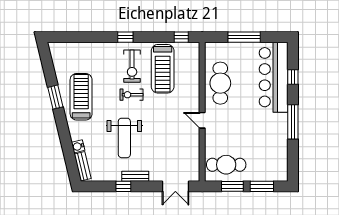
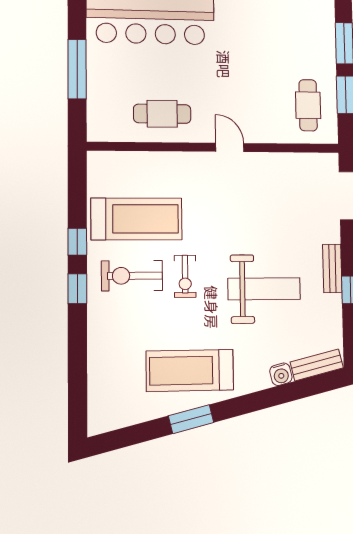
window: (181, 37) -> (77, 242), moved
exercise bike: (132, 66) -> (132, 276), turned 180
cafe table: (220, 83) -> (162, 114), width x0.73, depth x0.74
door: (202, 120) -> (230, 147), swing flipped
cafe table: (226, 165) -> (308, 105), width x0.73, depth x0.74

